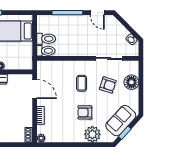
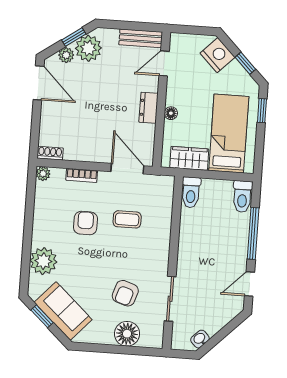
toilet: (46, 39) -> (242, 197), moved
wardrobe: (26, 53) -> (189, 158), added
coffee table: (82, 83) -> (127, 219), moved
door: (35, 89) -> (127, 169), swing flipped
armchair: (85, 112) -> (85, 223), moved

